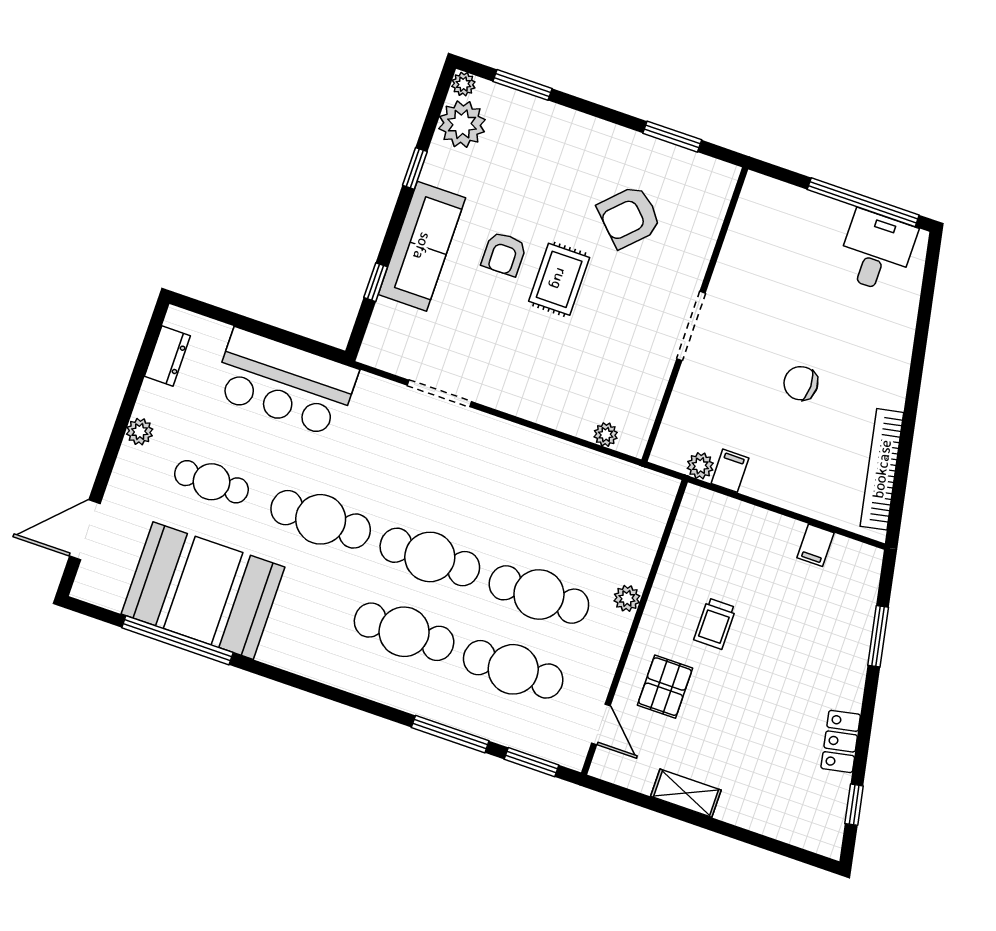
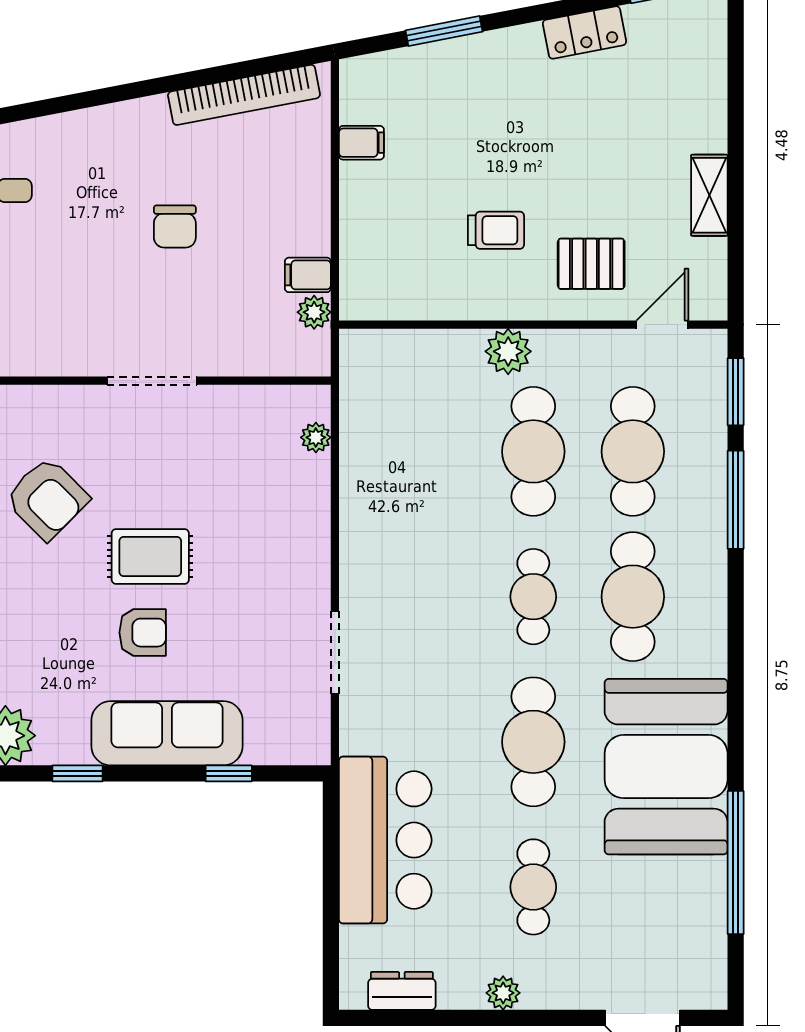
cafe table: (430, 557) -> (533, 597), width x0.73, depth x0.74
booth: (203, 591) -> (666, 767), moved
plant: (627, 598) -> (508, 351), width x1.38, depth x1.38

